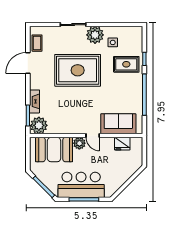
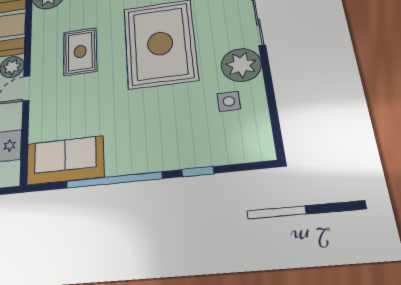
rug: (126, 64) -> (80, 51), moved
sofa: (118, 124) -> (65, 160), moved, turned -90

